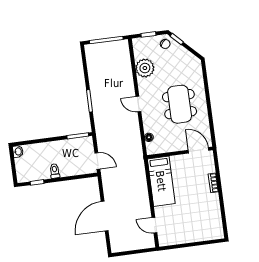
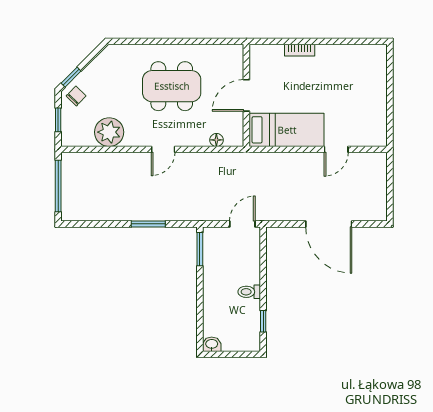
door: (199, 150) -> (246, 95), moved
door: (154, 225) -> (336, 149), moved

